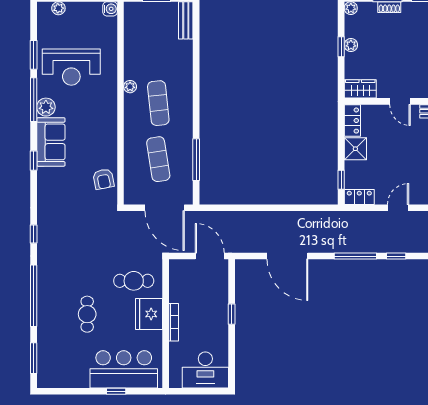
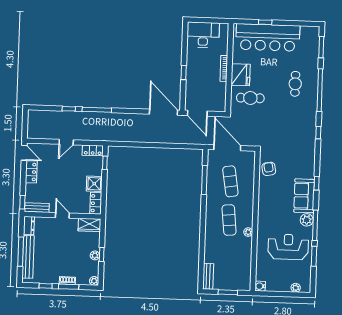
door: (287, 256) -> (163, 112), moved
cafe table: (87, 314) -> (295, 84), moved
bar counter: (124, 369) -> (268, 37), width x1.36

